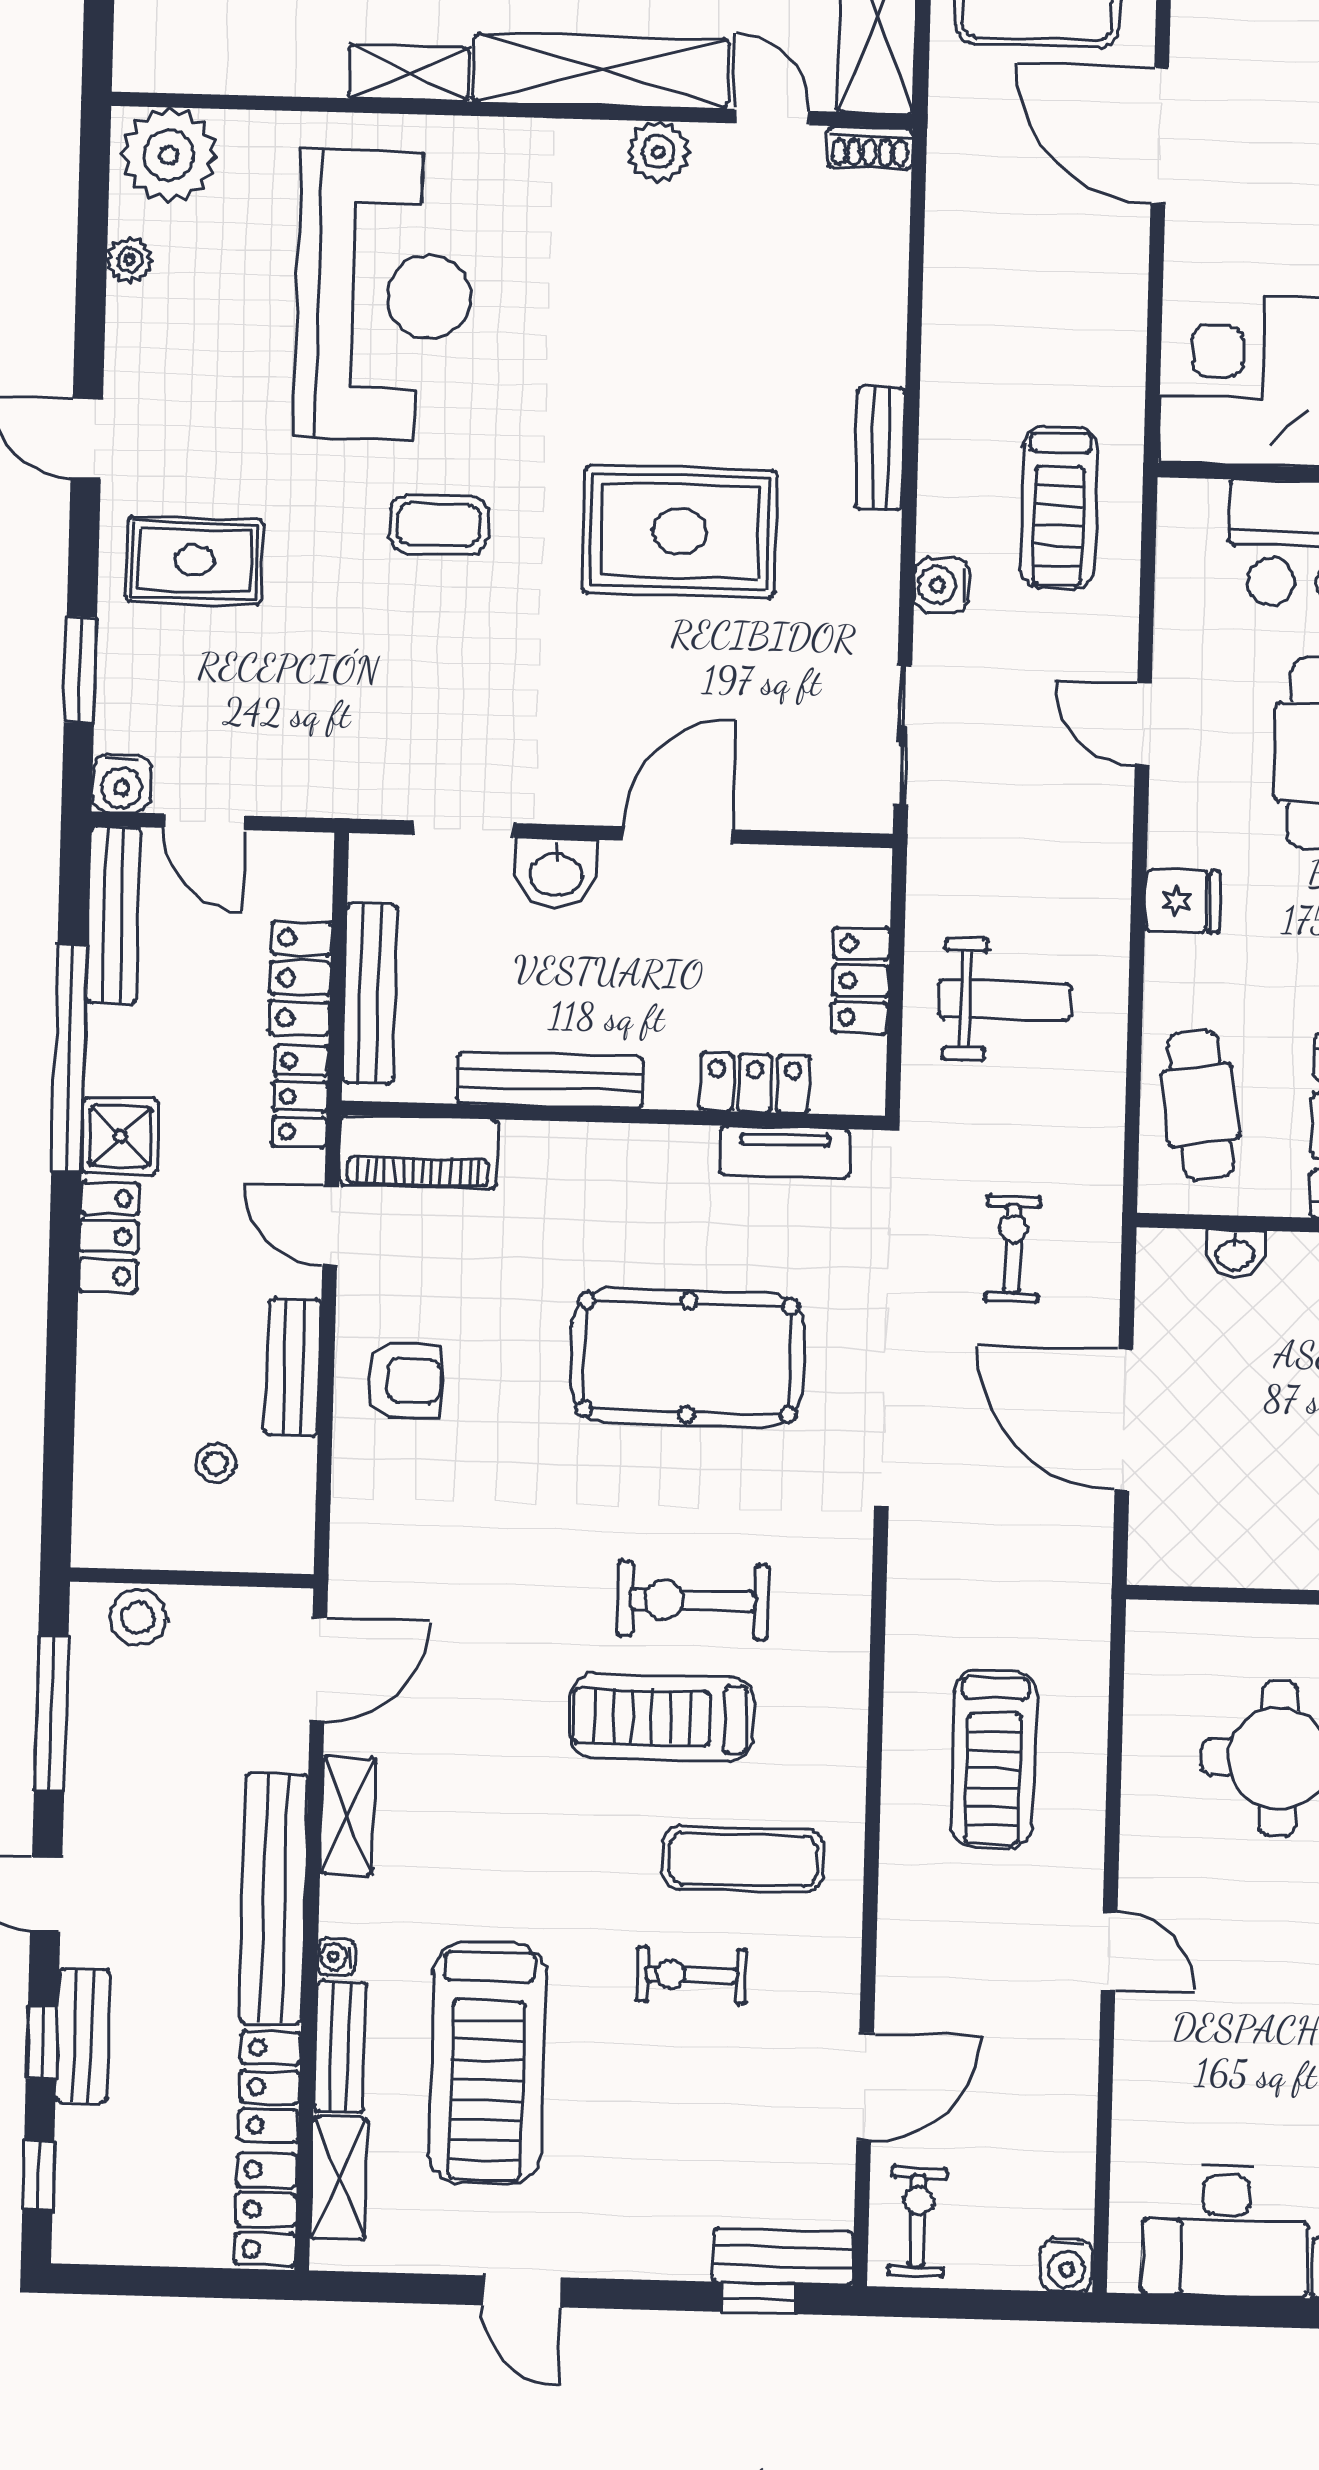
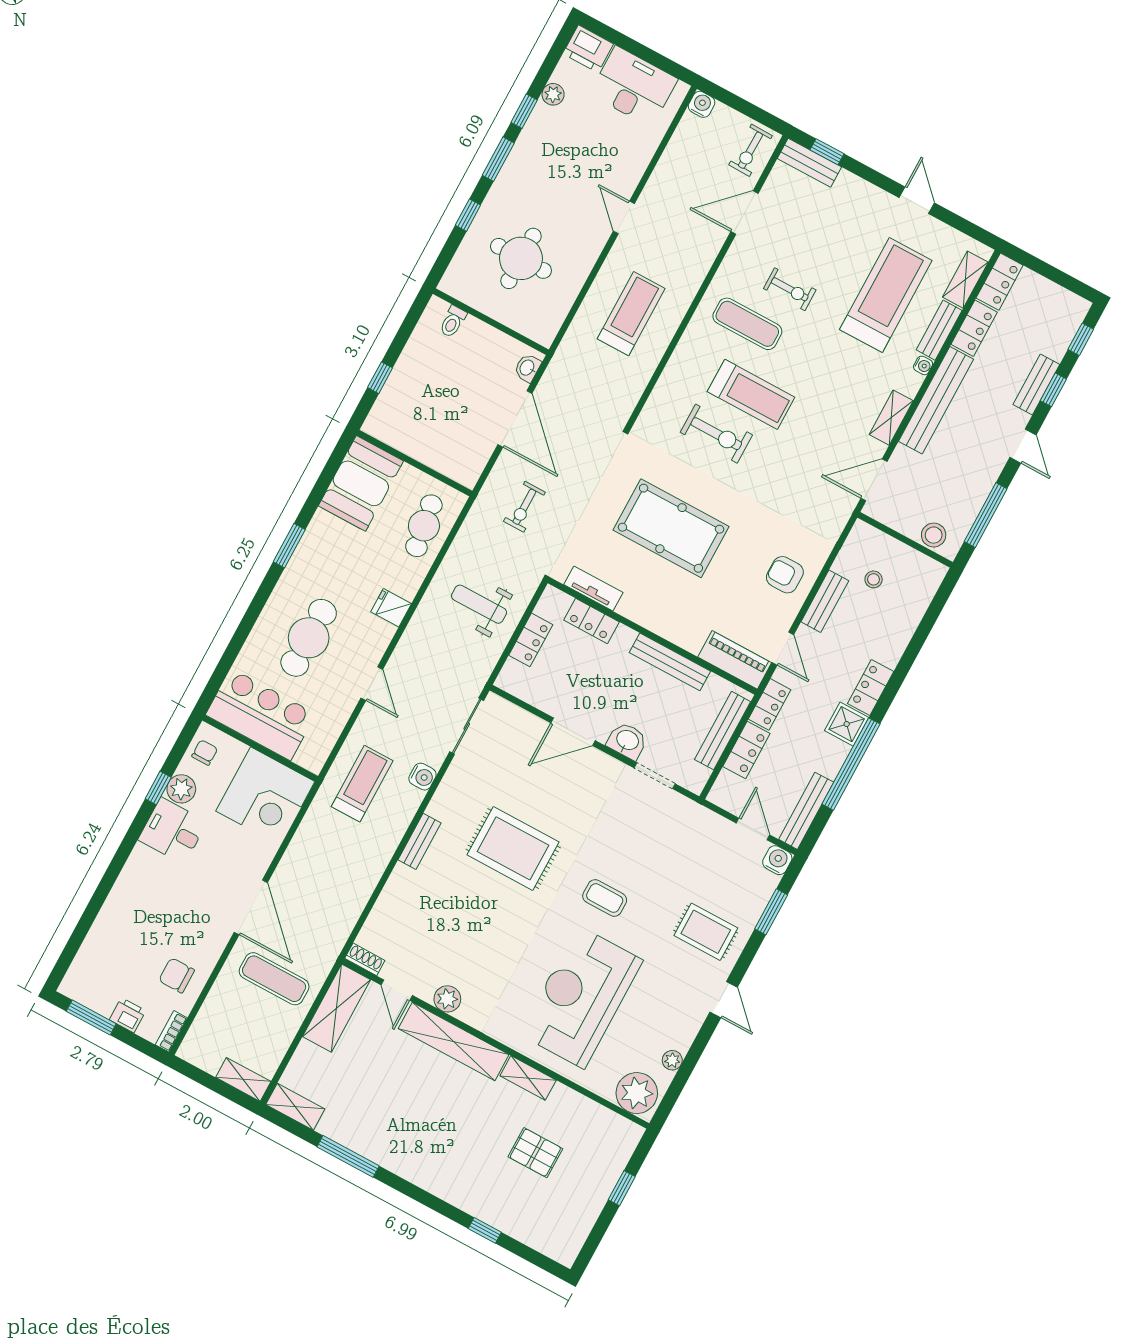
washbasin: (1235, 1254) -> (527, 368), moved, turned -90

